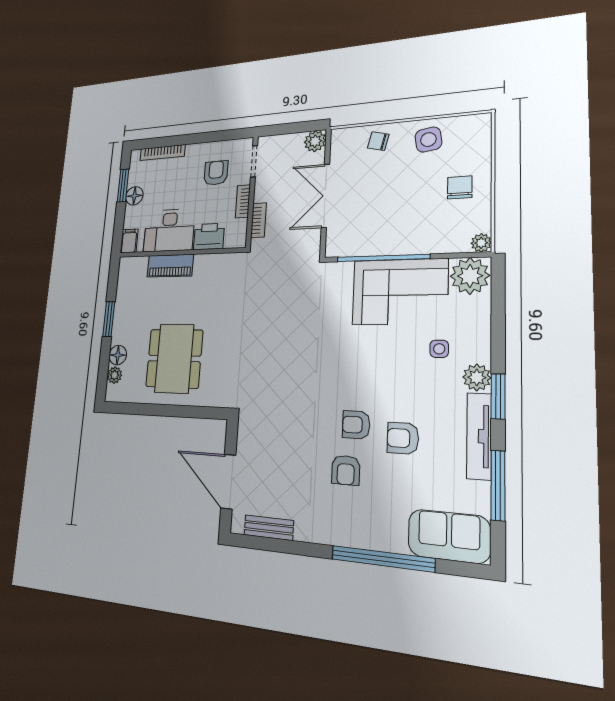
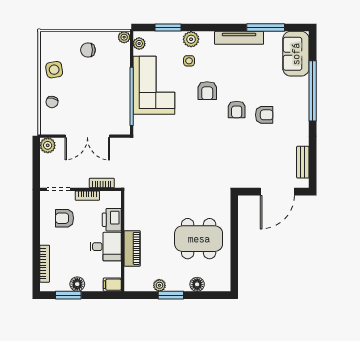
desk: (169, 230) -> (106, 247), width x0.73
plant: (470, 276) -> (139, 44), width x0.53, depth x0.53
plant: (114, 375) -> (159, 285), moved
plant: (477, 377) -> (191, 39), moved
window: (498, 396) -> (168, 28), moved
armchair: (403, 438) -> (207, 91), moved

